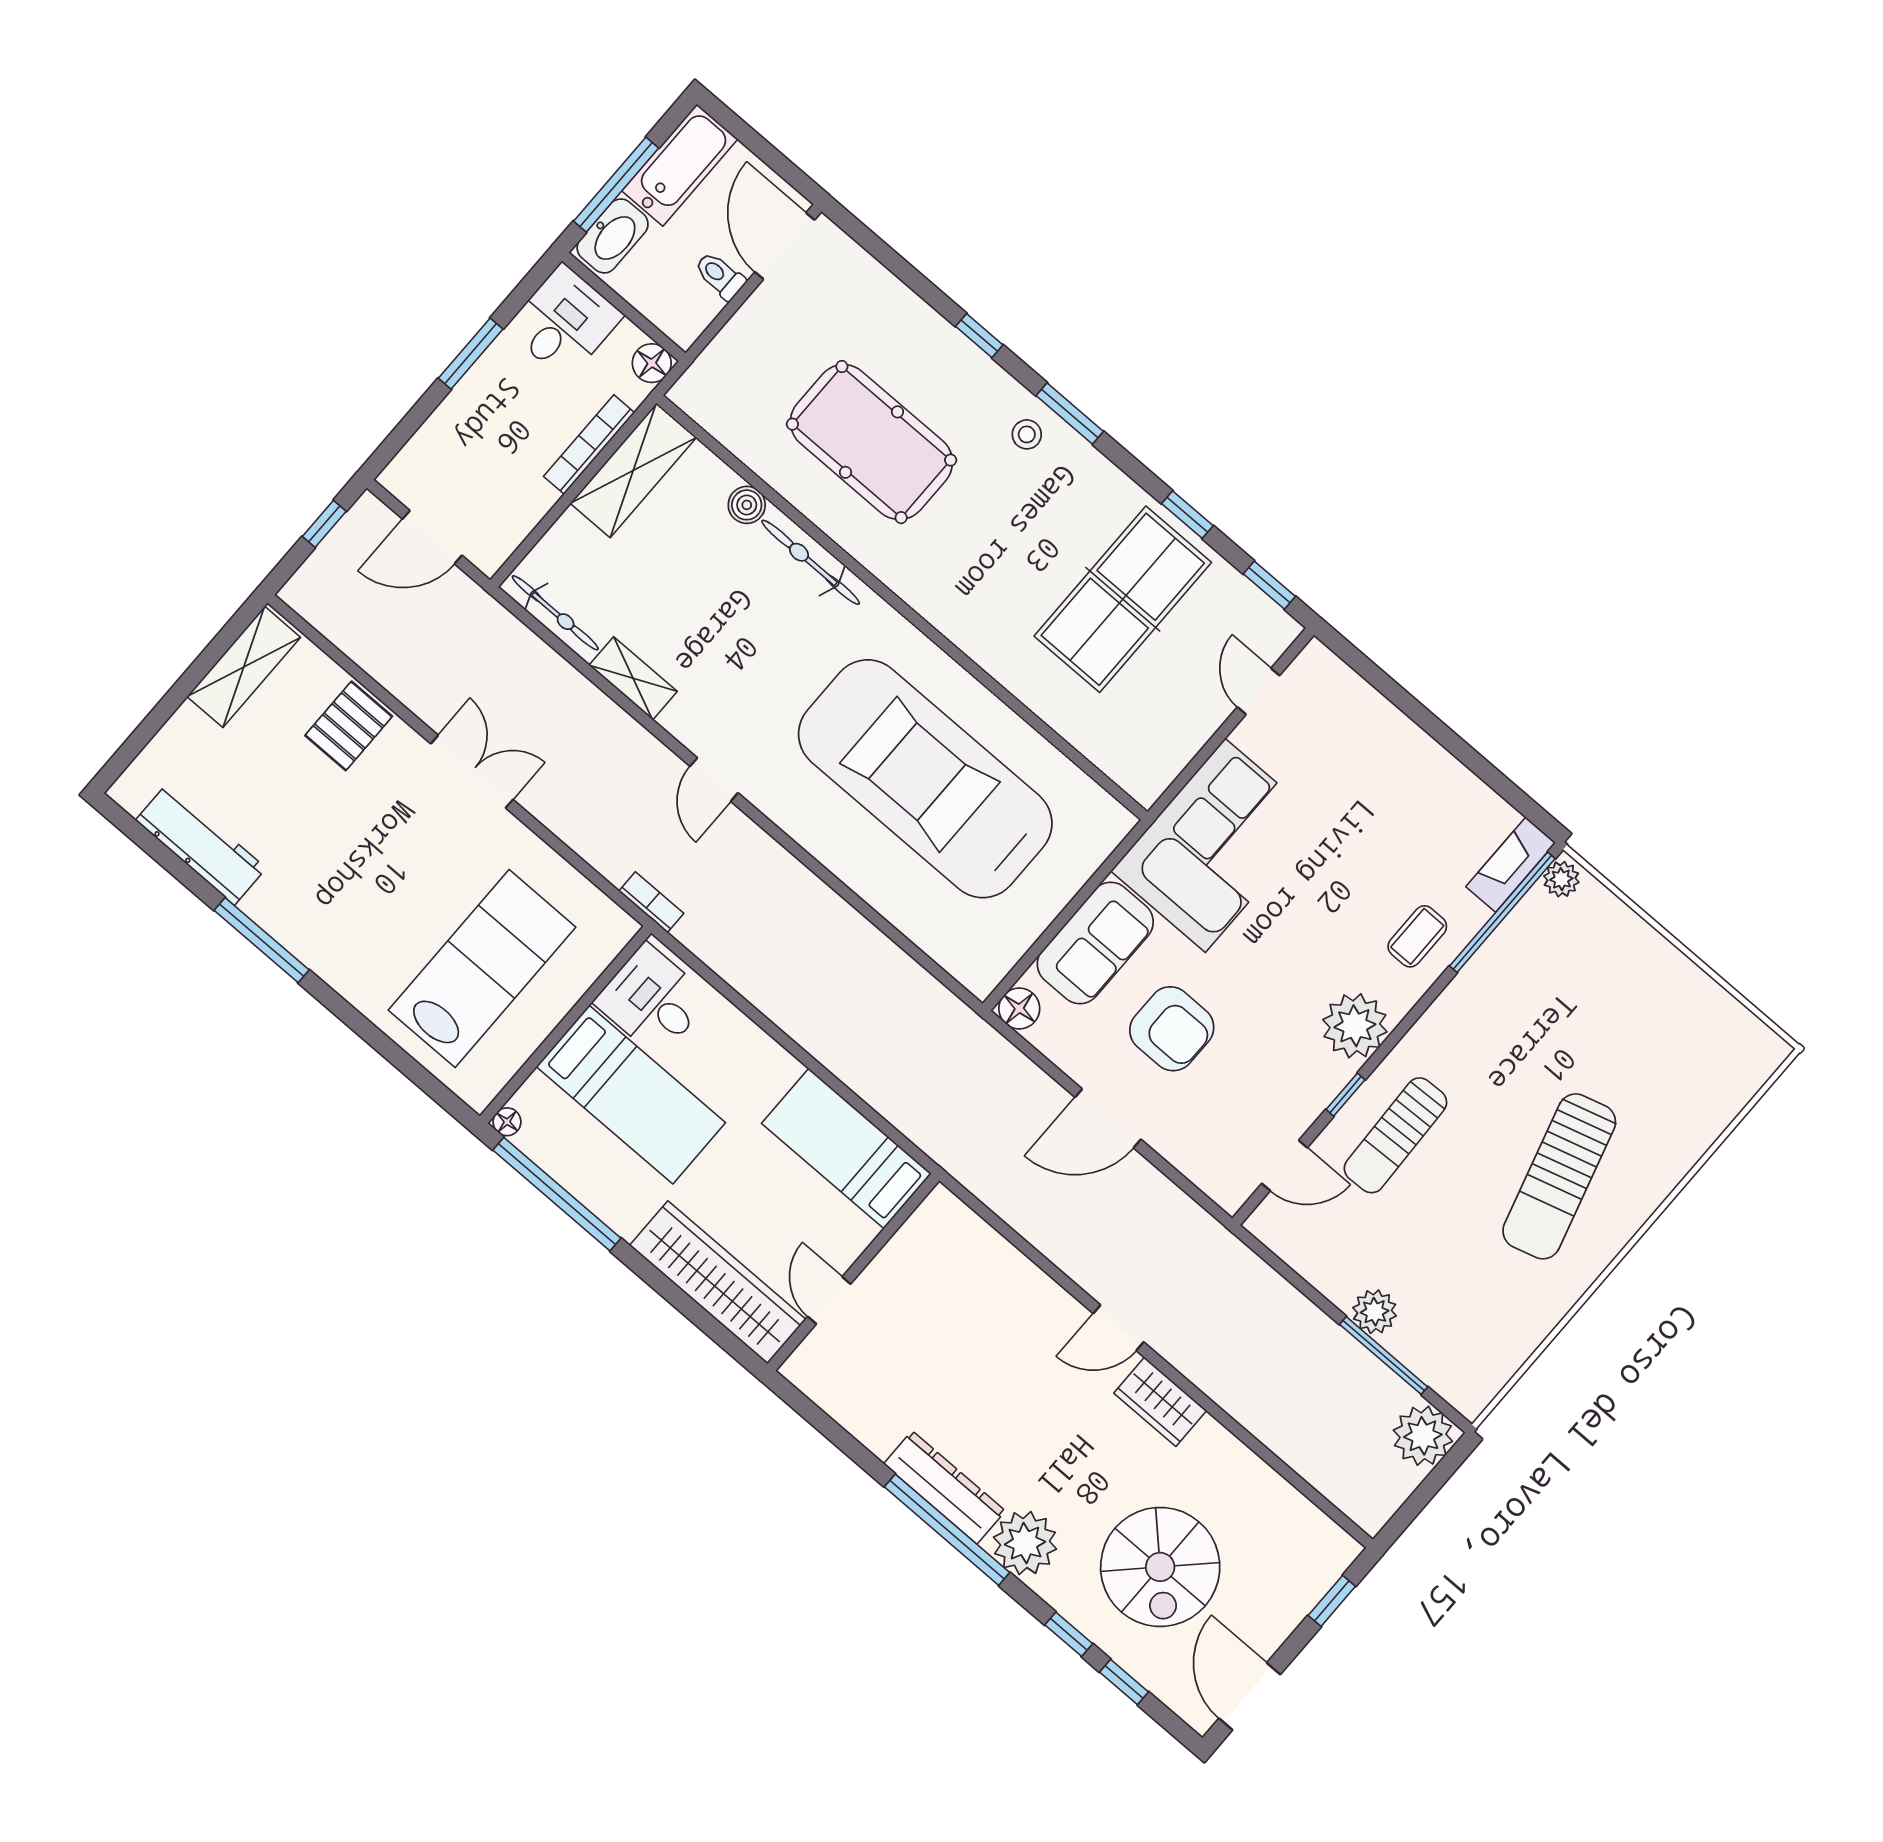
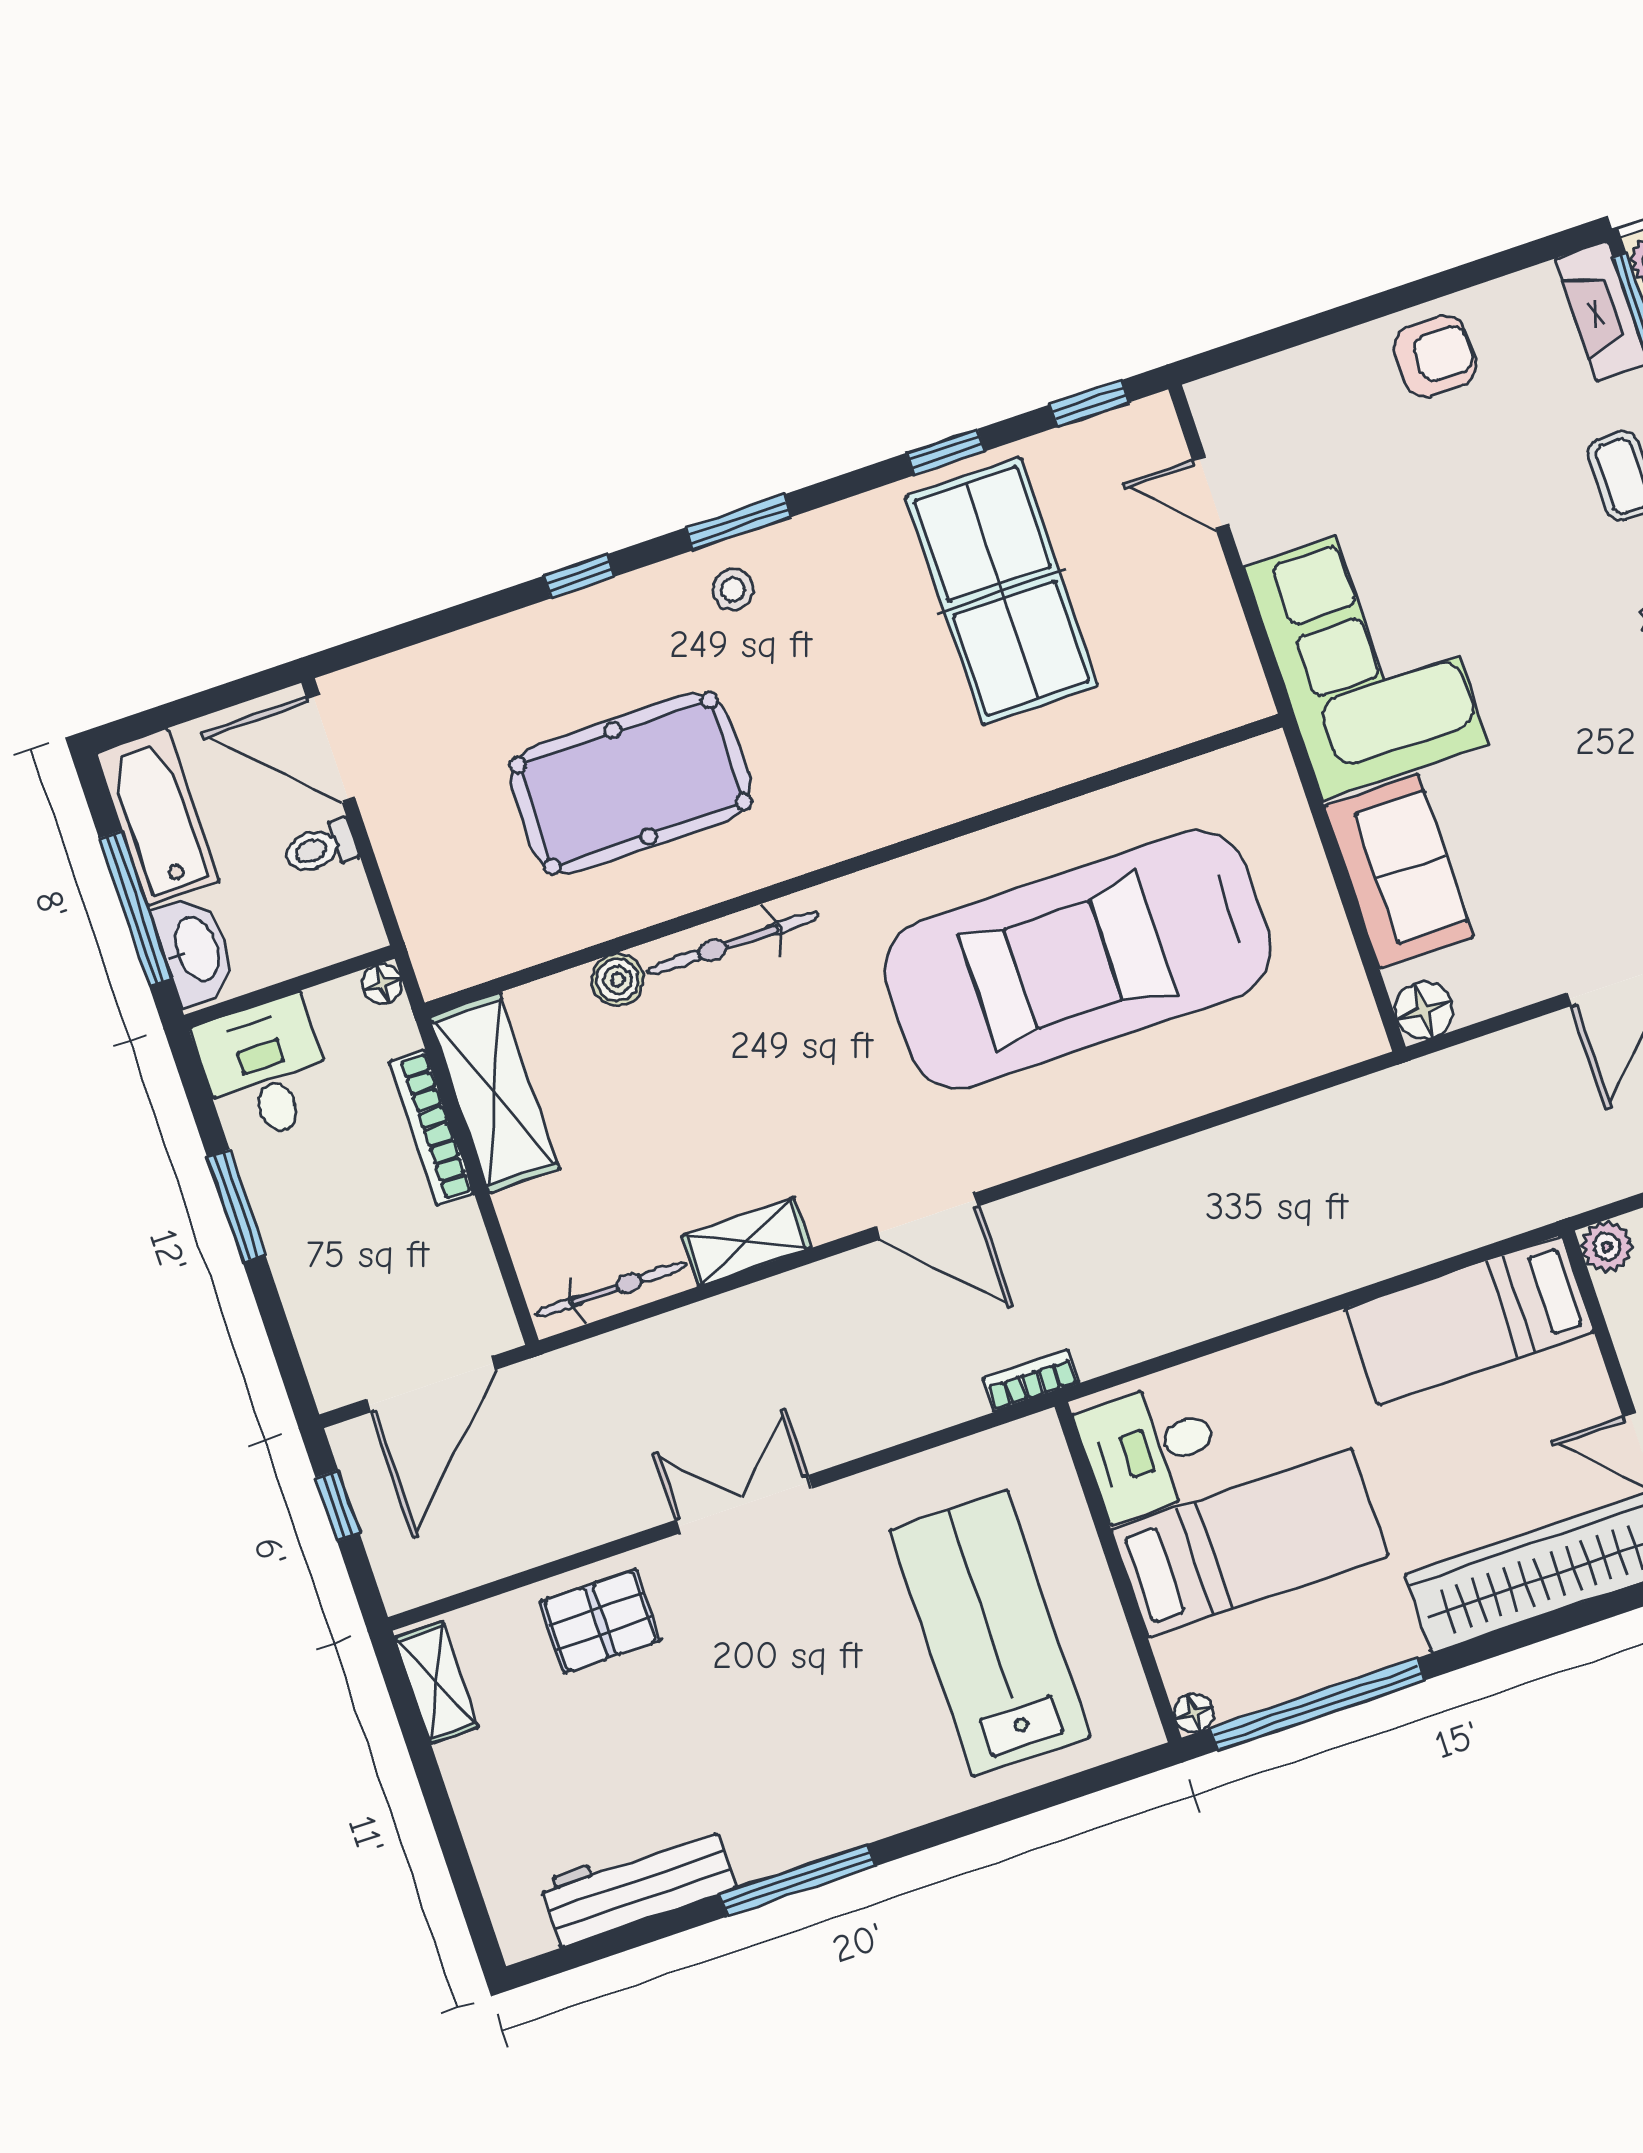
floor lamp: (652, 363) -> (382, 984), width x0.73, depth x0.73
door: (432, 537) -> (431, 1384), width x1.36
shelving: (244, 667) -> (436, 1682), width x0.67, depth x0.75
pallet: (349, 726) -> (600, 1621), turned 90
door: (714, 780) -> (927, 1216), width x1.38
armchair: (1172, 1029) -> (1435, 356), moved, width x0.72, depth x0.72
plant: (941, 1206) -> (1607, 1246), added

